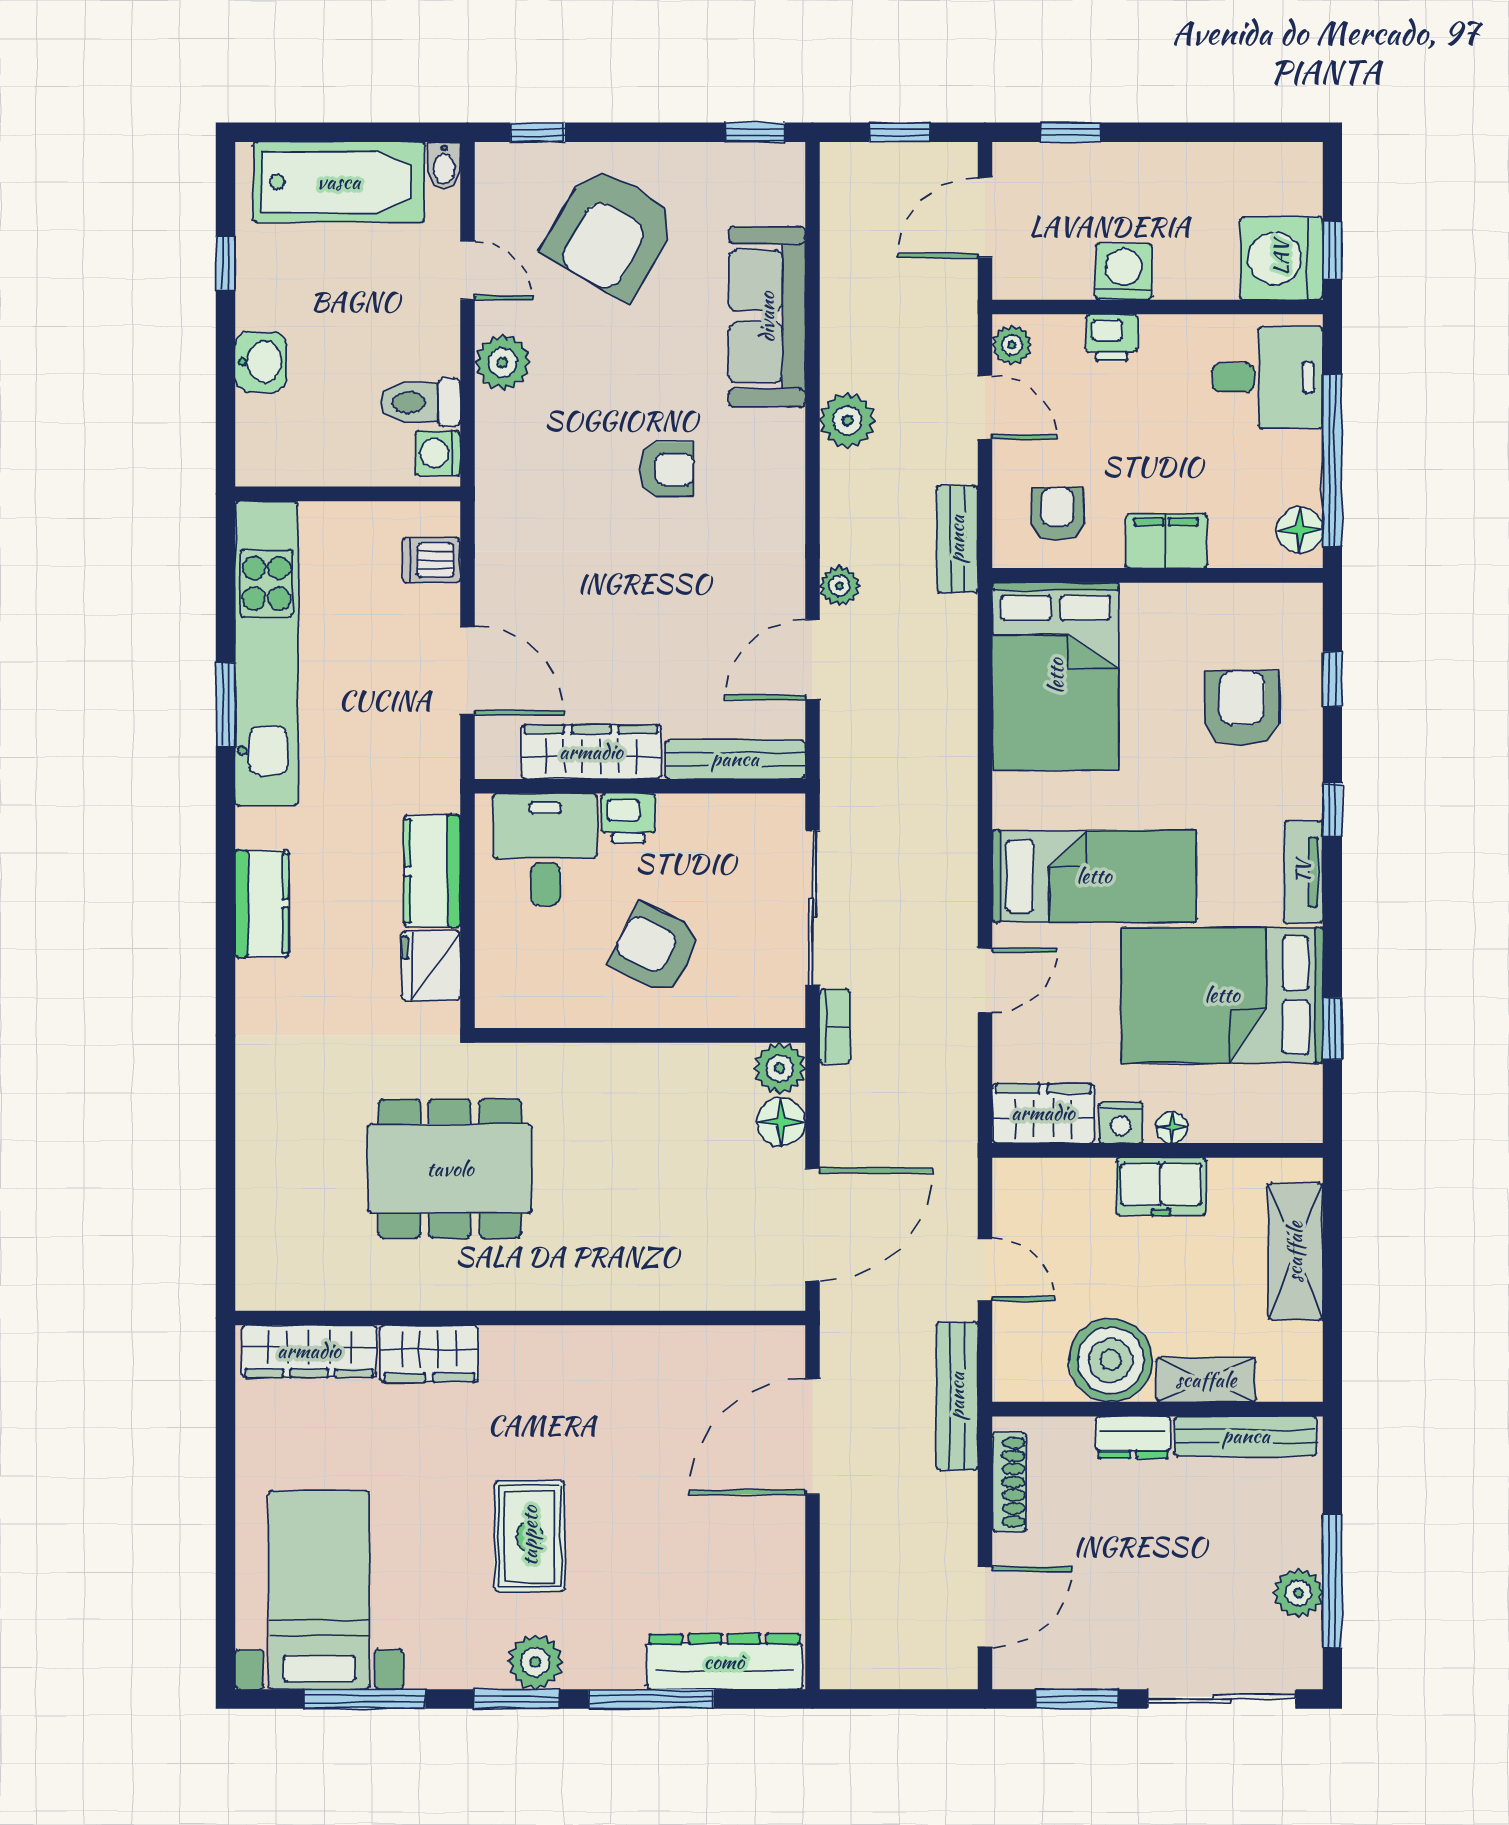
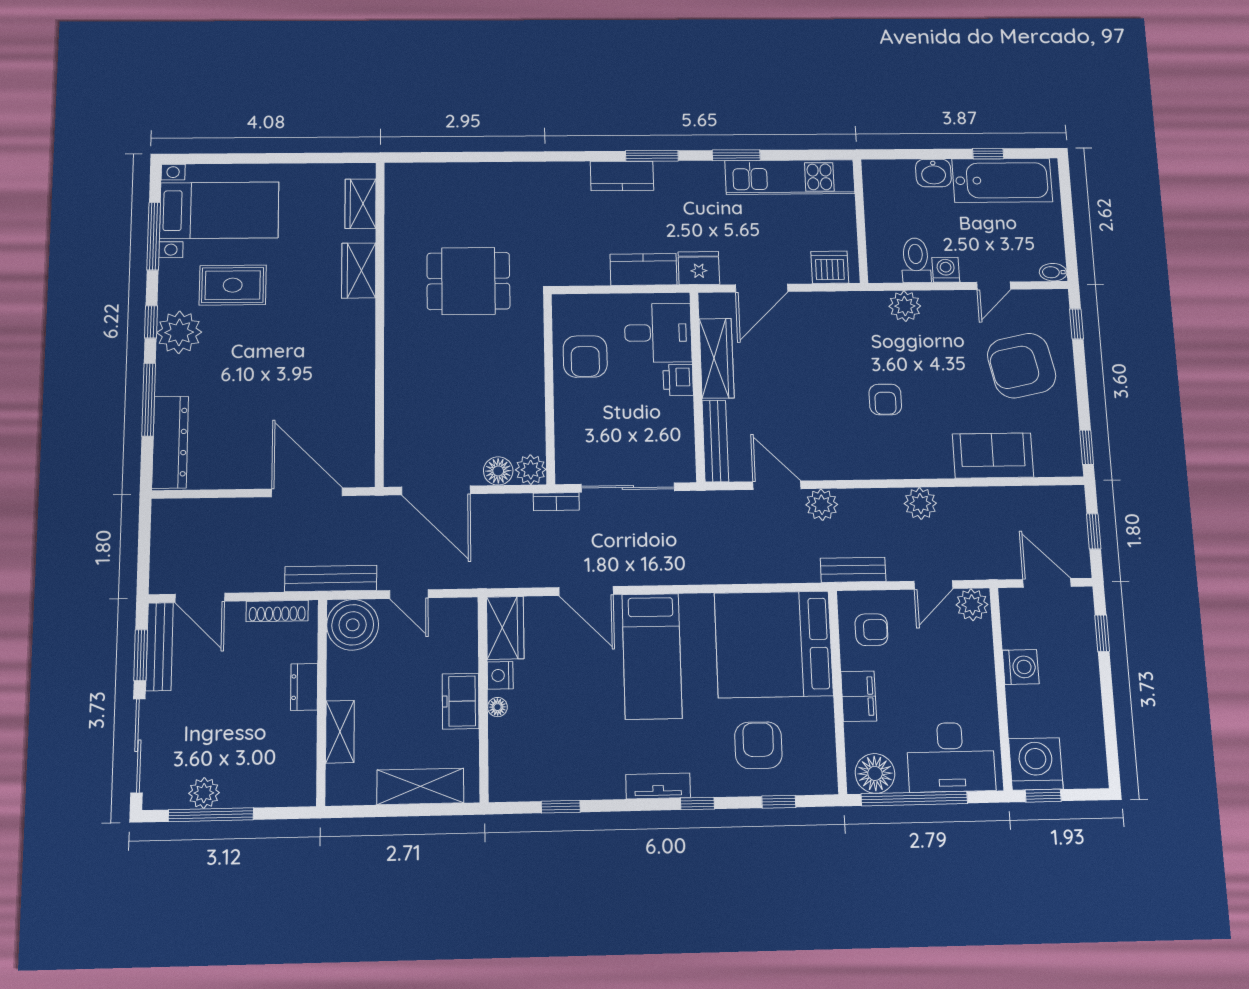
bathtub: (339, 182) -> (1002, 180), moved, turned -90
armchair: (611, 233) -> (1022, 366), turned -42
sofa: (767, 317) -> (993, 456), width x0.73
printer: (1112, 338) -> (980, 661), removed
plant: (1012, 345) -> (972, 605), width x1.38, depth x1.38
plant: (502, 363) -> (905, 306), moved
desk: (1268, 377) -> (951, 757), width x1.37
washing machine: (438, 453) -> (946, 270), moved
floor lamp: (1300, 530) -> (875, 773), width x1.38, depth x1.38
dishwasher: (431, 560) -> (830, 267), width x1.38
plant: (839, 586) -> (822, 505), width x1.38, depth x1.38
kitchen unit: (267, 653) -> (790, 177), width x0.73
bed: (1056, 676) -> (774, 644), width x1.36
armchair: (1242, 708) -> (758, 745), turned -90
window: (226, 851) -> (652, 156), added
armchair: (655, 949) -> (585, 356), moved, turned 153
fridge: (431, 966) -> (699, 268), moved
door: (985, 981) -> (586, 591), width x1.38
bed: (1222, 995) -> (580, 737), removed
dining table: (450, 1169) -> (468, 281), width x0.73
door: (985, 1269) -> (409, 594), hinge flipped
wardrobe: (309, 1351) -> (361, 204), width x0.67
boiler: (1111, 1360) -> (353, 625), moved
bench: (1246, 1436) -> (159, 647), moved
rug: (530, 1536) -> (233, 285), moved
plant: (535, 1662) -> (179, 332), width x1.36, depth x1.36
window: (516, 1699) -> (151, 322), width x0.67

